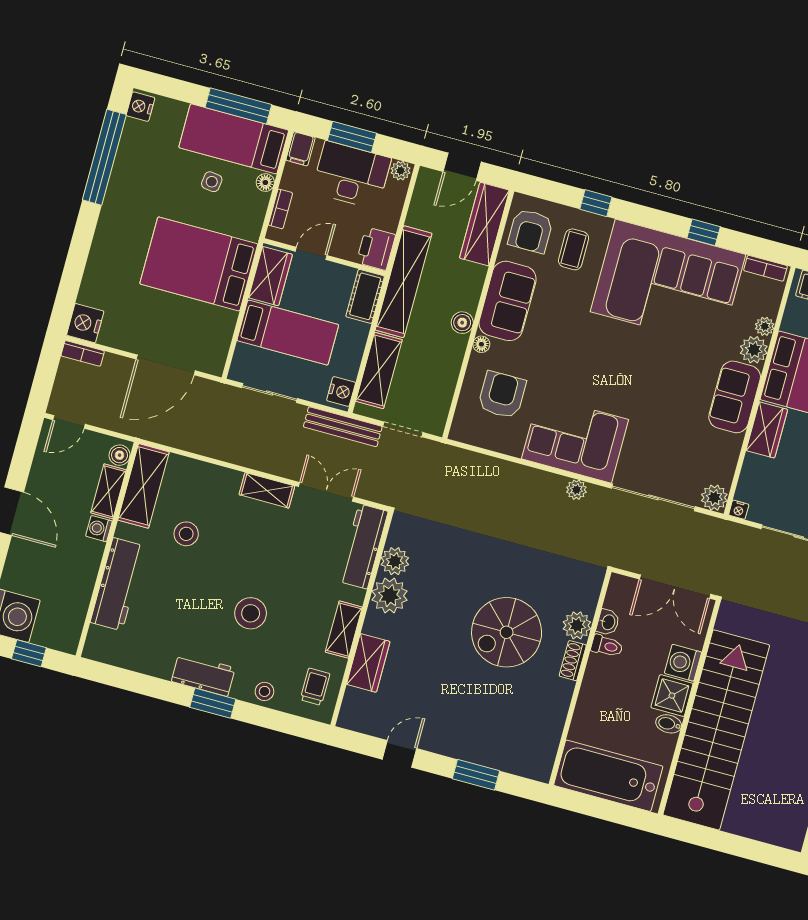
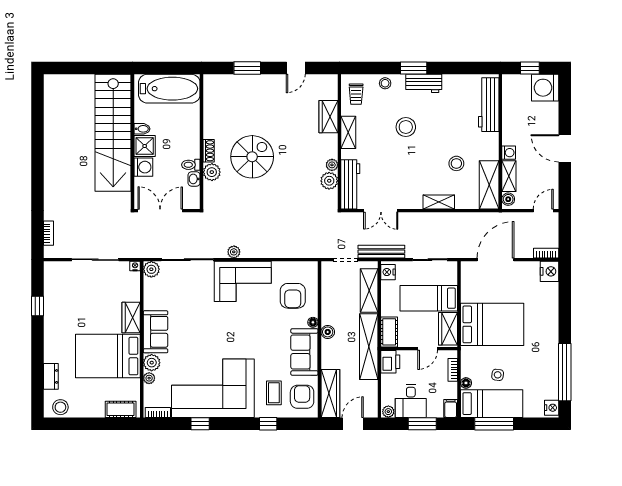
desk: (351, 175) -> (411, 401), width x0.73
shelving: (267, 490) -> (439, 202), moved
workbench: (118, 584) -> (489, 105), moved
plant: (390, 596) -> (332, 165), width x0.53, depth x0.53

